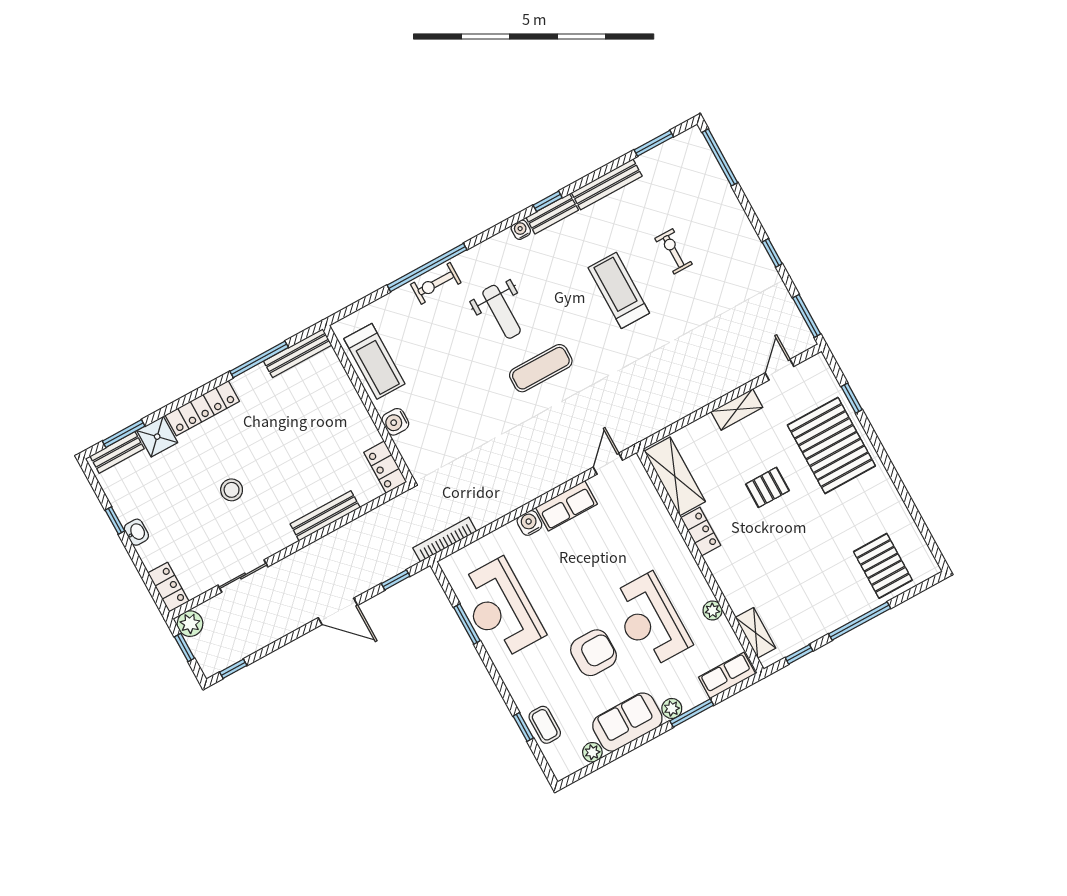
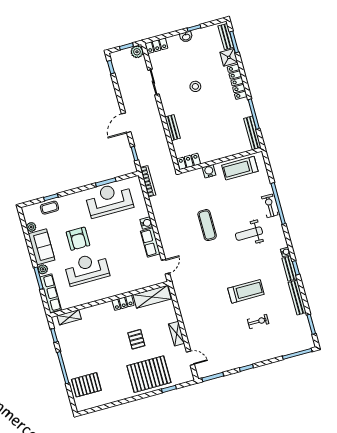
exercise mat: (541, 368) -> (207, 225), moved
door: (608, 464) -> (165, 267), hinge flipped
bench: (325, 516) -> (173, 128), width x0.73
plant: (712, 611) -> (84, 300), removed
row of seats: (727, 675) -> (51, 293), width x1.48

